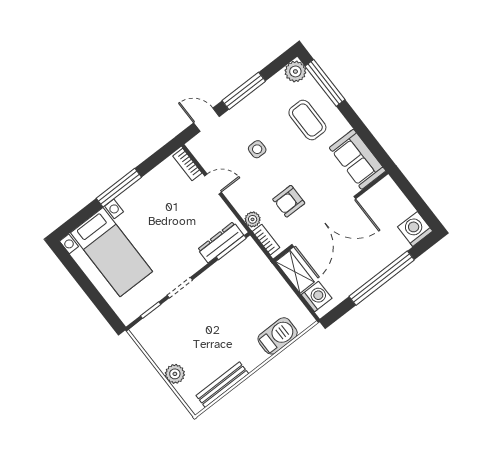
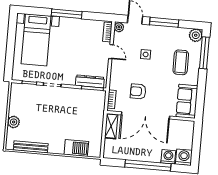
plant: (253, 219) -> (119, 27), moved
washing machine: (317, 297) -> (168, 157), moved, turned -90

